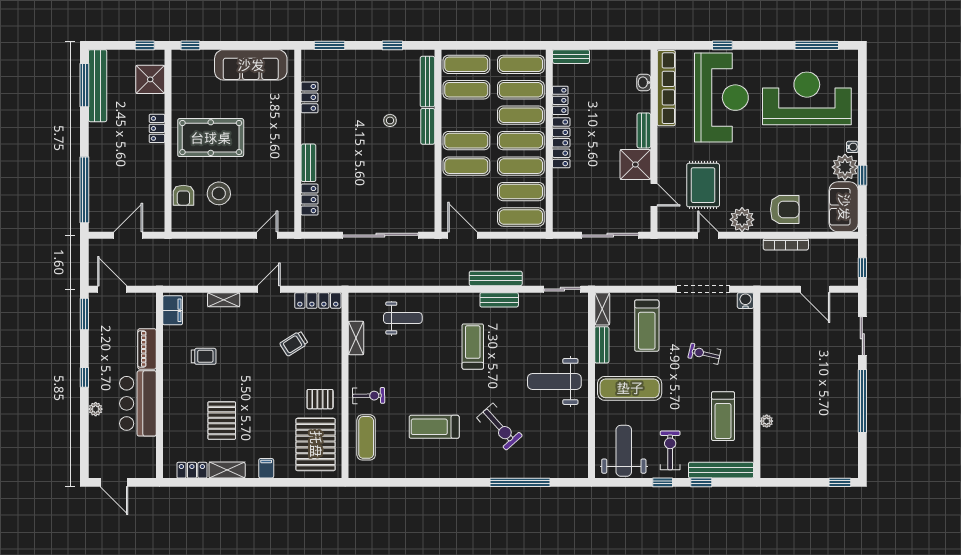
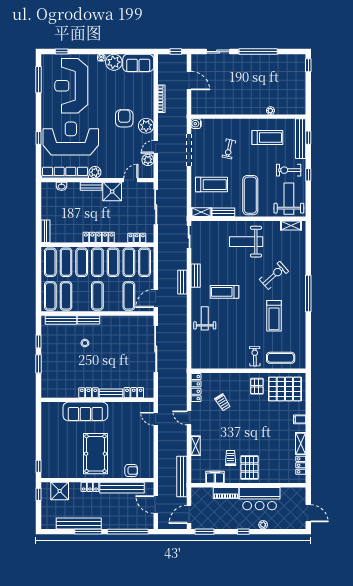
window: (330, 45) -> (39, 364), moved
sofa: (251, 65) -> (85, 411), moved, turned 90
window: (84, 85) -> (88, 532), moved
bench: (98, 86) -> (79, 523), moved
locker: (310, 97) -> (89, 393), moved
locker: (560, 100) -> (137, 238), moved
plant: (667, 137) -> (95, 172), added
exercise mat: (466, 166) -> (129, 296), moved
window: (862, 175) -> (62, 52), moved
bench: (156, 181) -> (122, 488), added
rug: (703, 185) -> (125, 150), removed
stool: (219, 193) -> (130, 449), removed
armchair: (785, 209) -> (124, 118), moved
plant: (687, 222) -> (148, 160), added
bench: (174, 278) -> (182, 476), added
bench: (496, 278) -> (182, 282), width x0.73
door: (815, 289) -> (189, 81), hinge flipped
filing cabinet: (173, 310) -> (215, 477), moved
weight bench: (403, 318) -> (205, 318), moved
shelving: (356, 338) -> (291, 225), moved
weight bench: (554, 381) -> (246, 242), turned 90
pallet: (222, 421) -> (249, 468), moved, turned 90
weight bench: (624, 451) -> (289, 199), turned 90
door: (114, 482) -> (308, 513), hinge flipped
window: (520, 482) -> (308, 294), moved
window: (701, 482) -> (308, 138), moved

